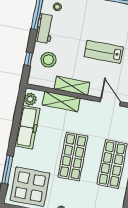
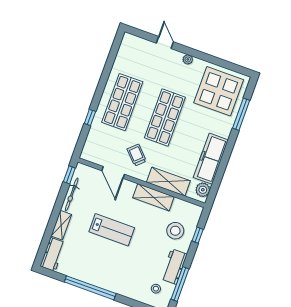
trolley: (92, 120) -> (137, 155), added

